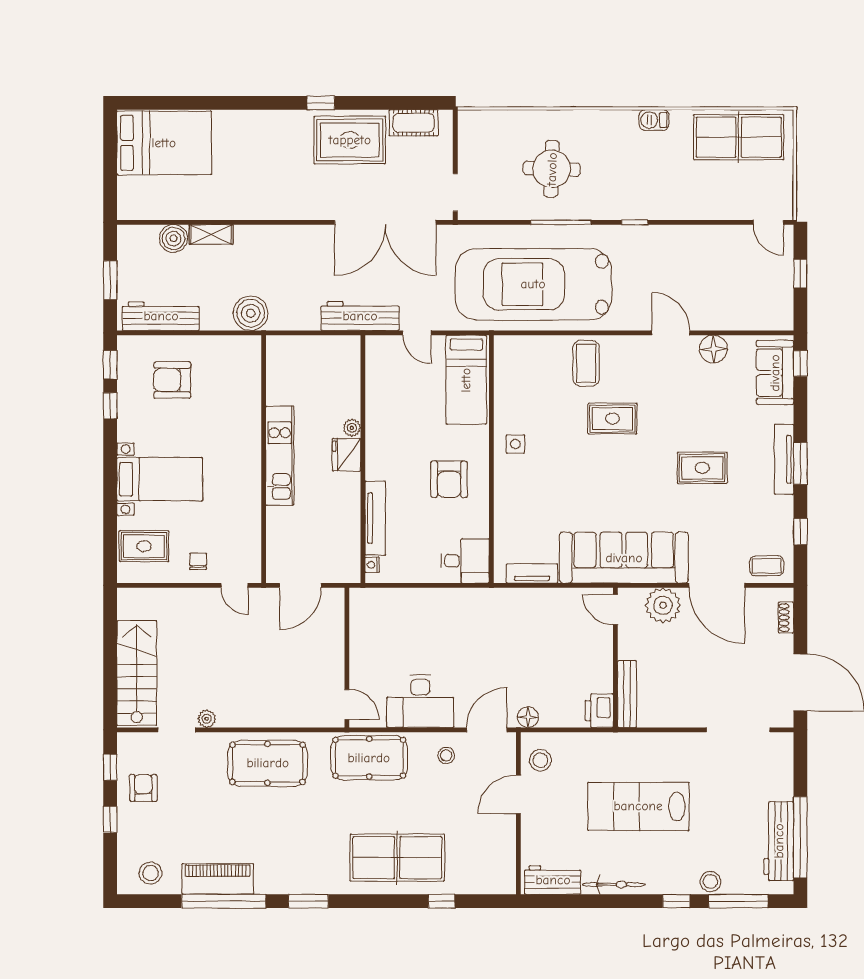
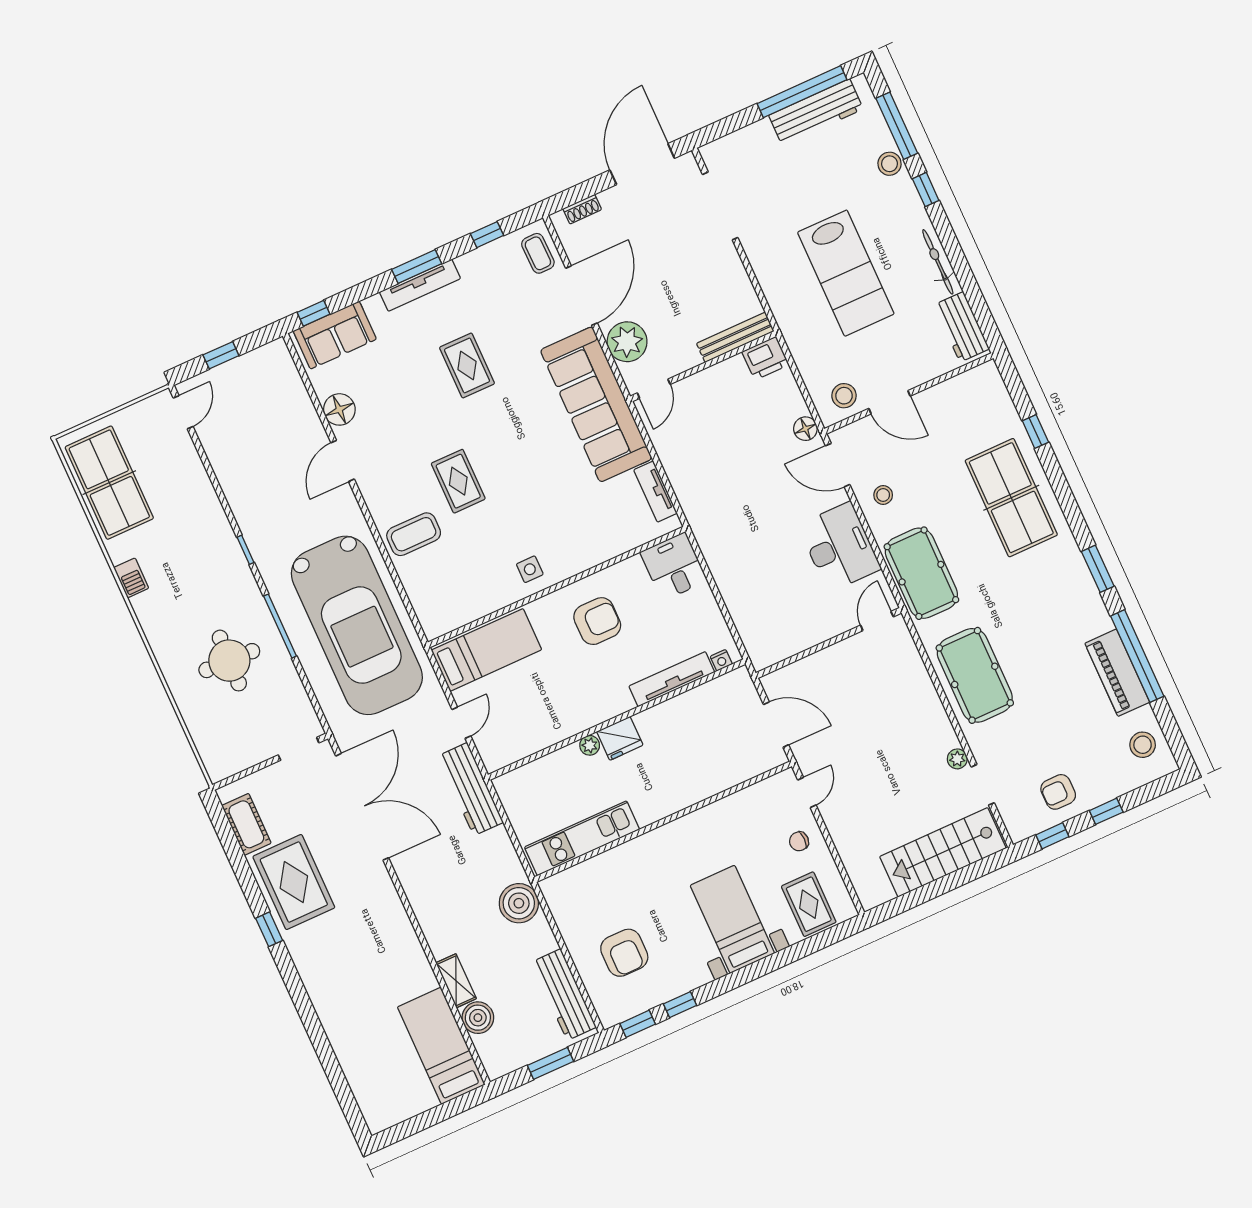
bed: (164, 143) -> (441, 1046), moved, width x0.67
kitchen unit: (280, 456) -> (582, 838), moved

